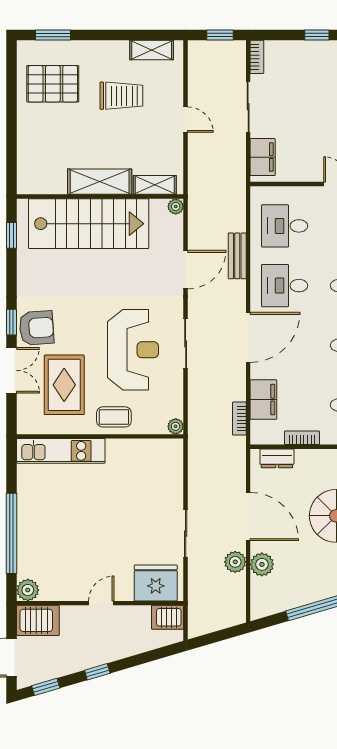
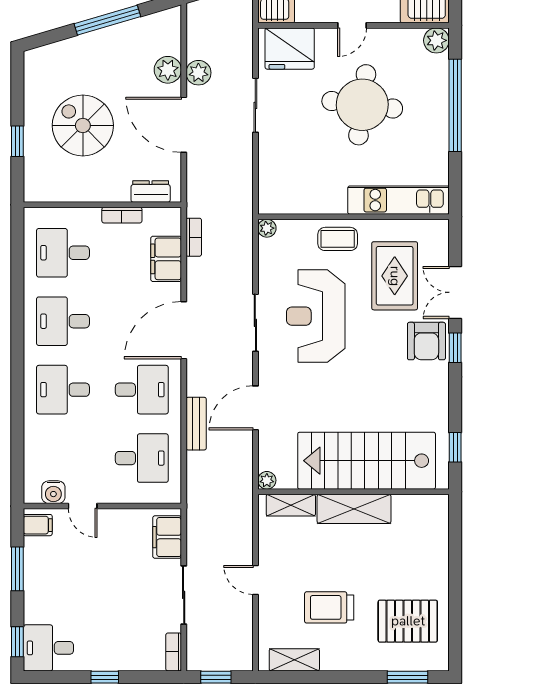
armchair: (36, 328) -> (426, 341), turned -86
round table: (92, 534) -> (362, 105), added

